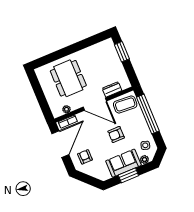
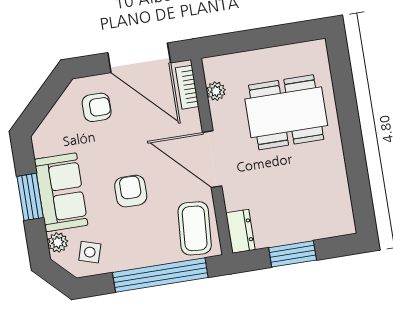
window: (122, 52) -> (293, 254), moved
dresser: (112, 89) -> (240, 231), moved
door: (95, 104) -> (212, 159), hinge flipped

